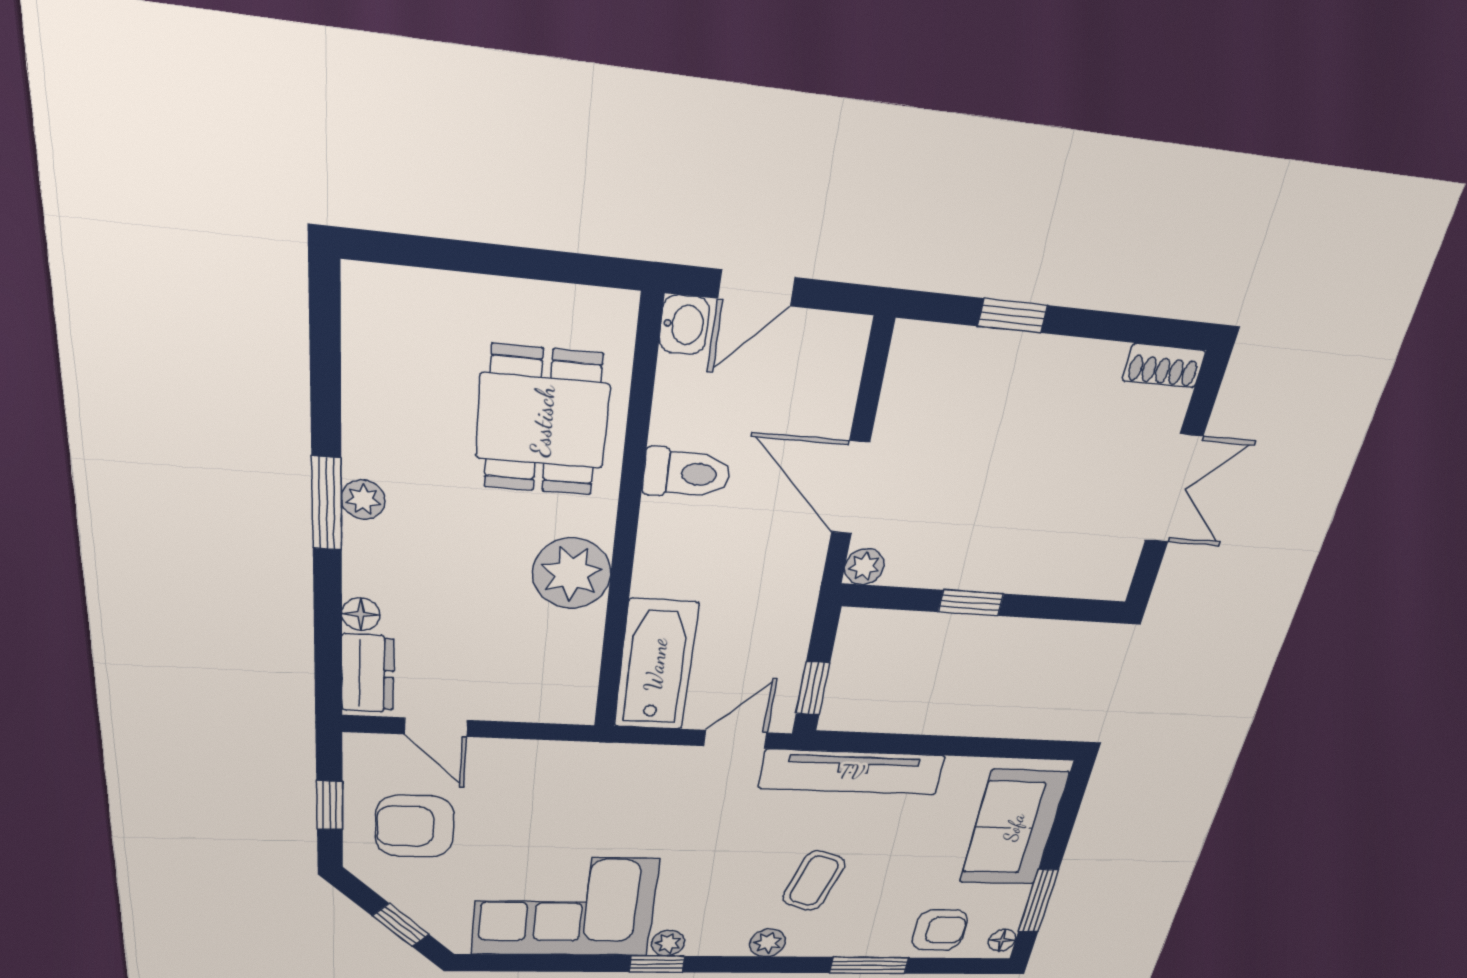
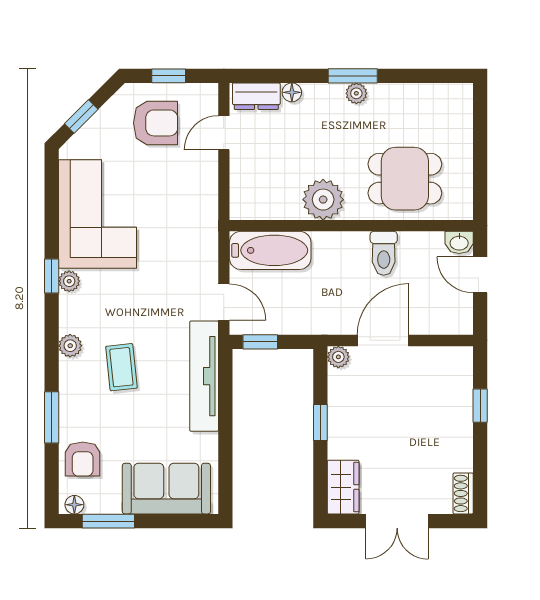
wardrobe: (1089, 574) -> (343, 487), added
armchair: (415, 826) -> (156, 123), turned 90
coffee table: (814, 881) -> (121, 367), turned 67

